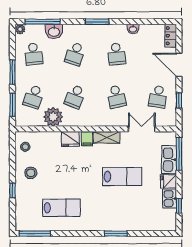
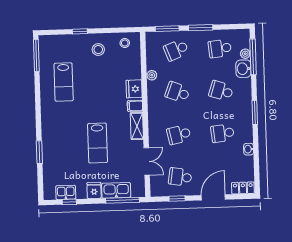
plant: (20, 29) -> (245, 54), moved
school desk: (34, 97) -> (176, 50), turned -39
plant: (53, 117) -> (152, 75), width x0.53, depth x0.53
kitchen sink: (170, 199) -> (66, 192), moved
window: (116, 234) -> (39, 152), moved

